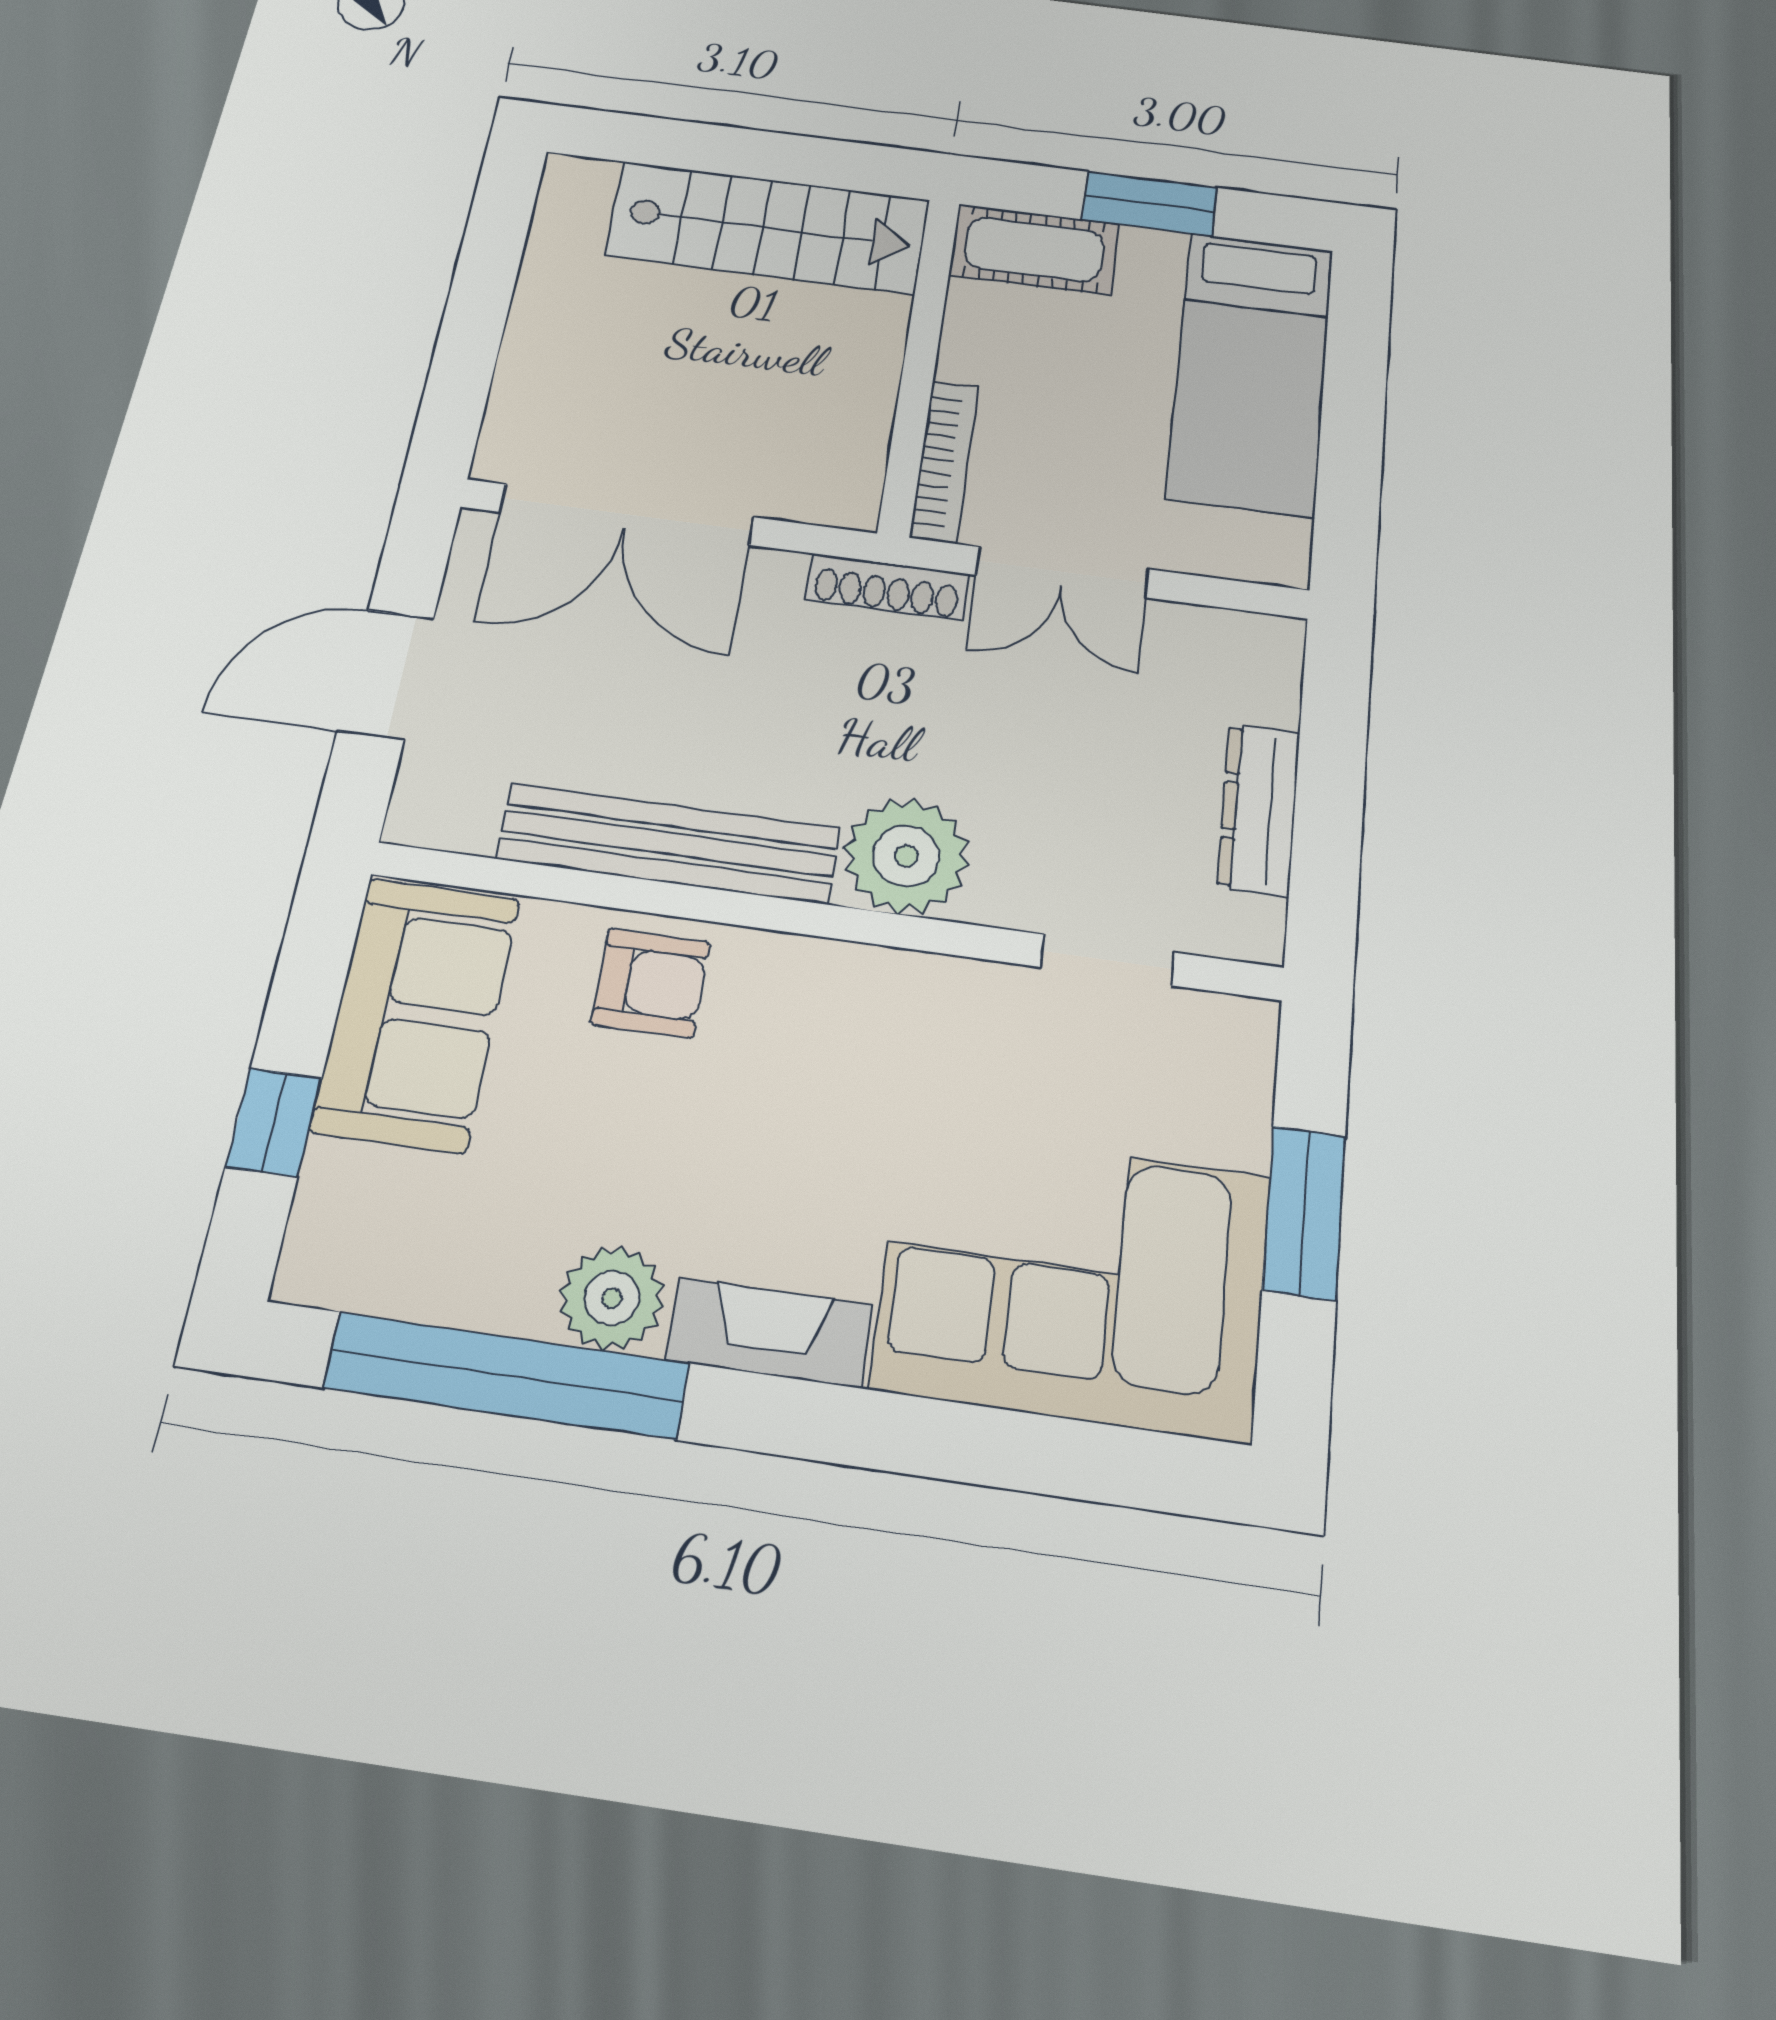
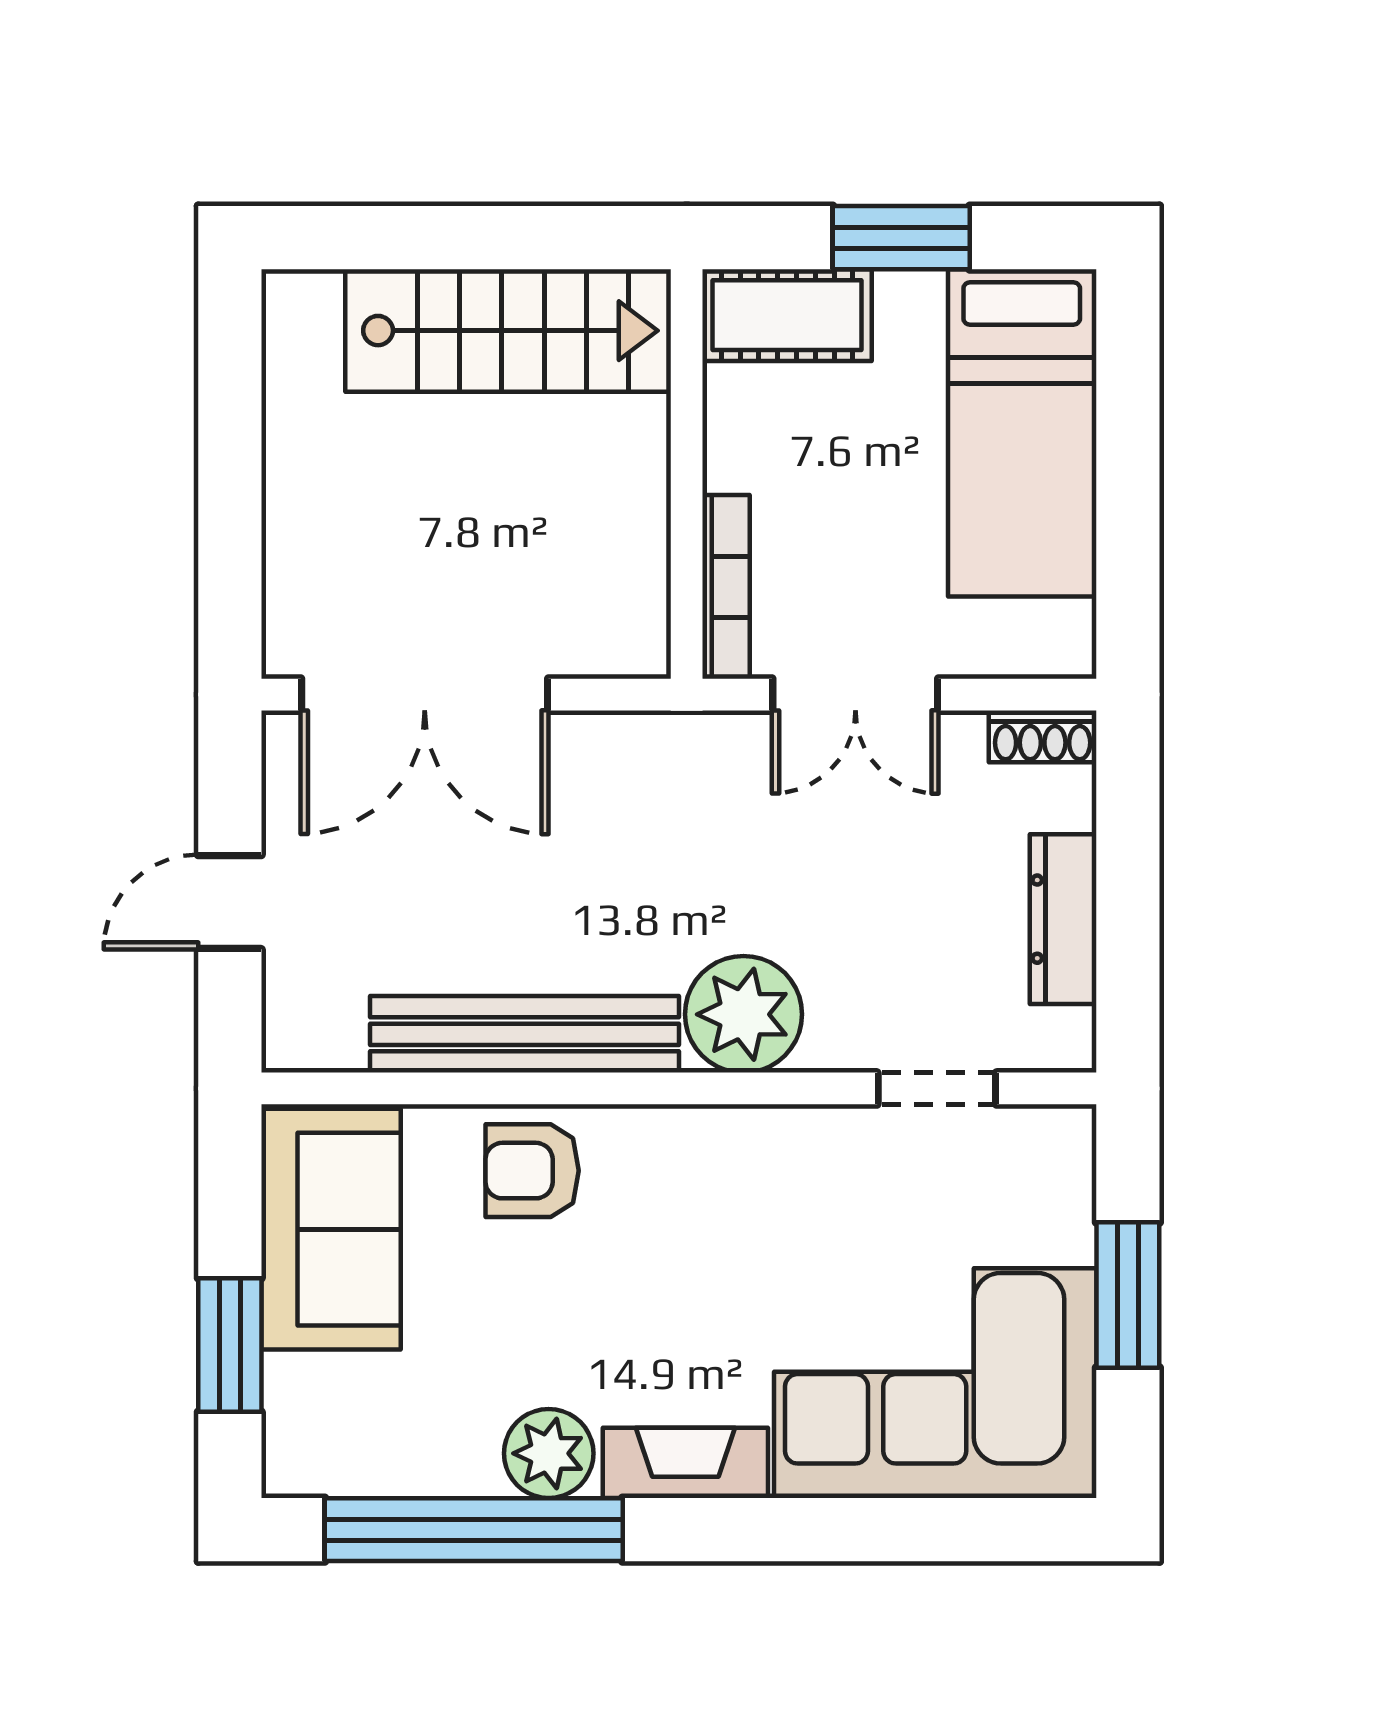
shoe rack: (887, 587) -> (1043, 736), moved, width x0.70
door: (386, 674) -> (230, 902), width x0.73
armchair: (651, 983) -> (532, 1171), turned 180
window: (274, 1122) -> (230, 1345), width x1.50

